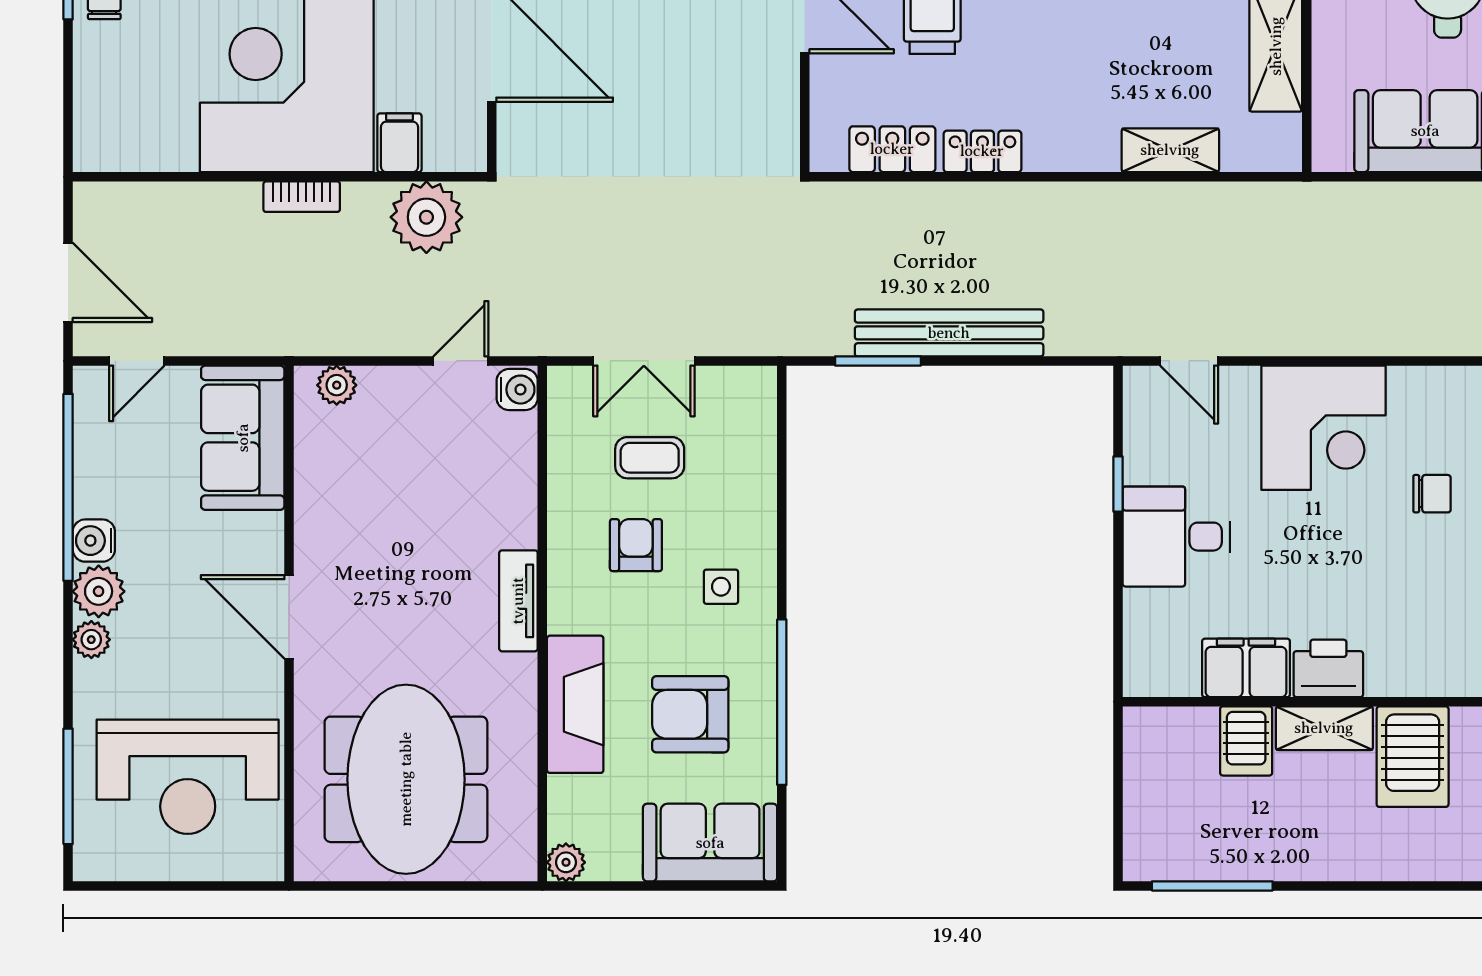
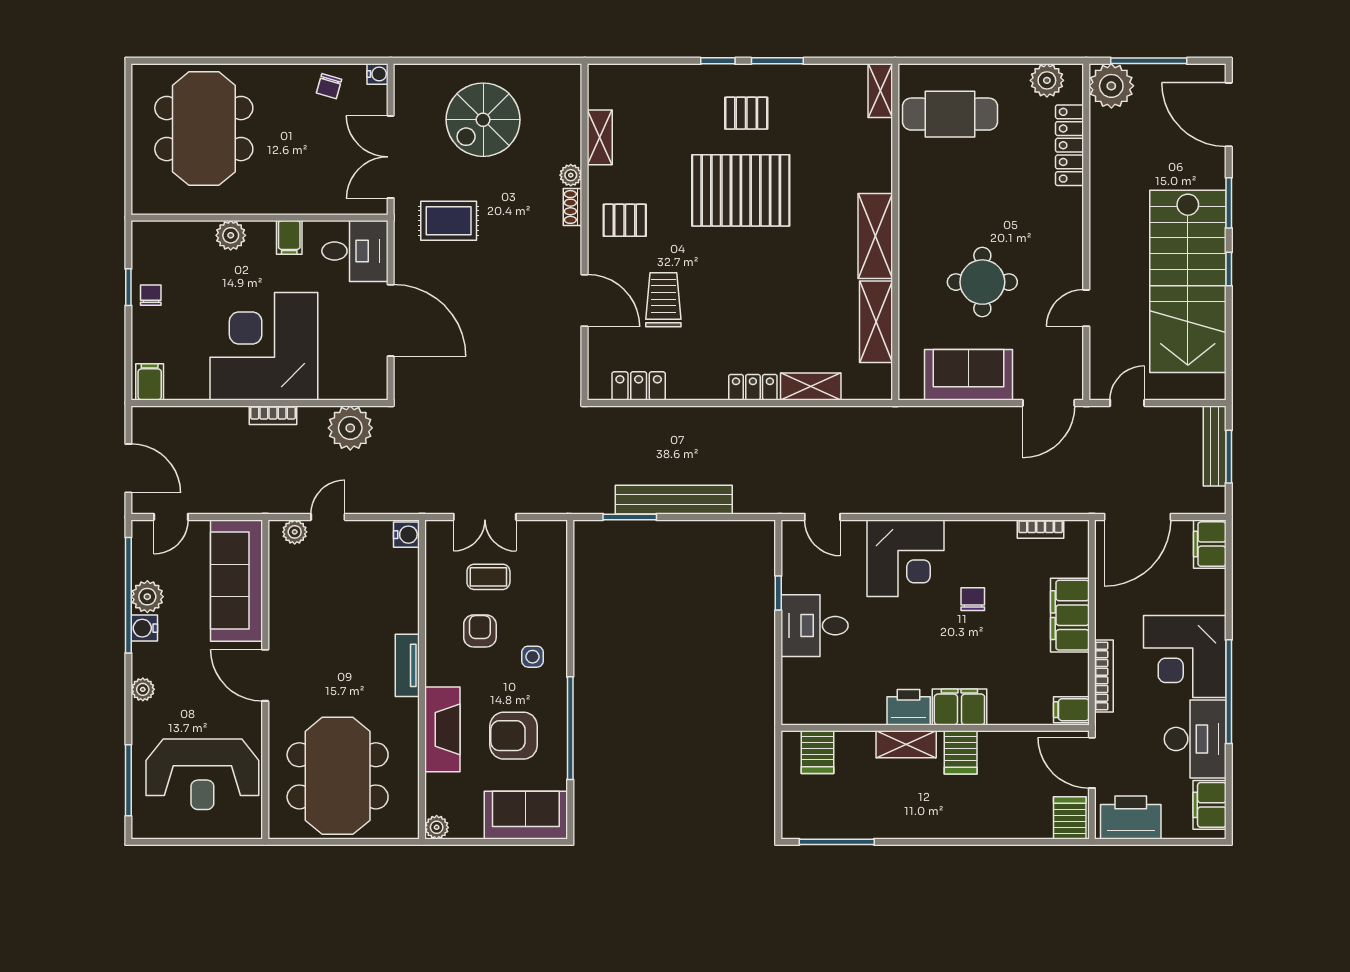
filing cabinet: (399, 143) -> (150, 382), moved
locker: (982, 151) -> (753, 387), moved
door: (461, 361) -> (328, 517), moved
sofa: (243, 438) -> (237, 581), width x1.36
chair: (1432, 494) -> (973, 599), turned -90
plant: (99, 591) -> (147, 597), moved
filing cabinet: (1246, 668) -> (959, 707), moved
server rack: (1246, 741) -> (818, 752), moved
server rack: (1413, 757) -> (961, 752), width x0.73, depth x0.70

